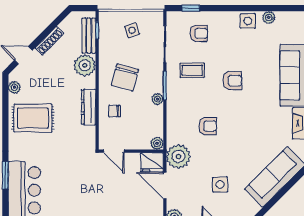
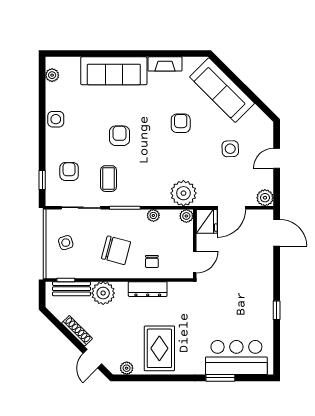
plant: (269, 17) -> (52, 75), moved
plant: (158, 99) -> (153, 215), moved
armchair: (208, 126) -> (181, 123), moved
plant: (178, 157) -> (183, 193), moved

